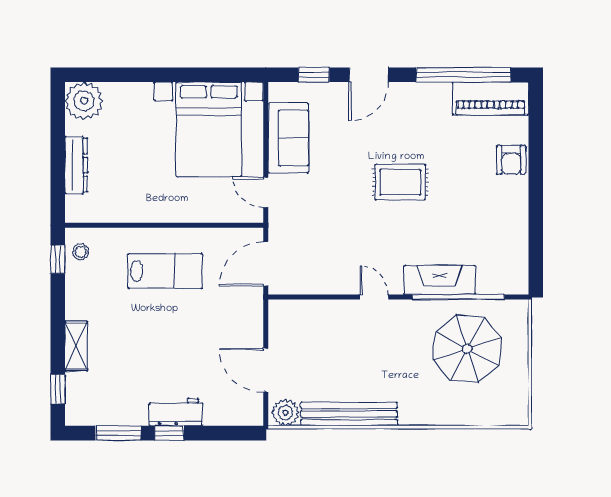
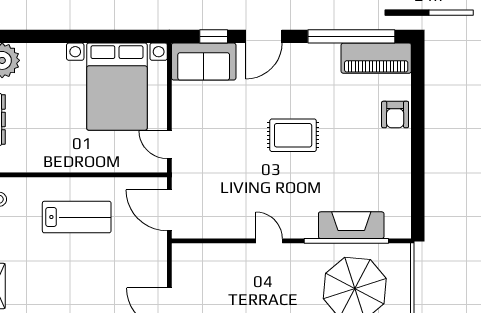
sofa: (288, 138) -> (204, 62), moved, turned 90
door: (266, 264) -> (169, 210), hinge flipped
fireplace: (440, 280) -> (351, 225), moved

